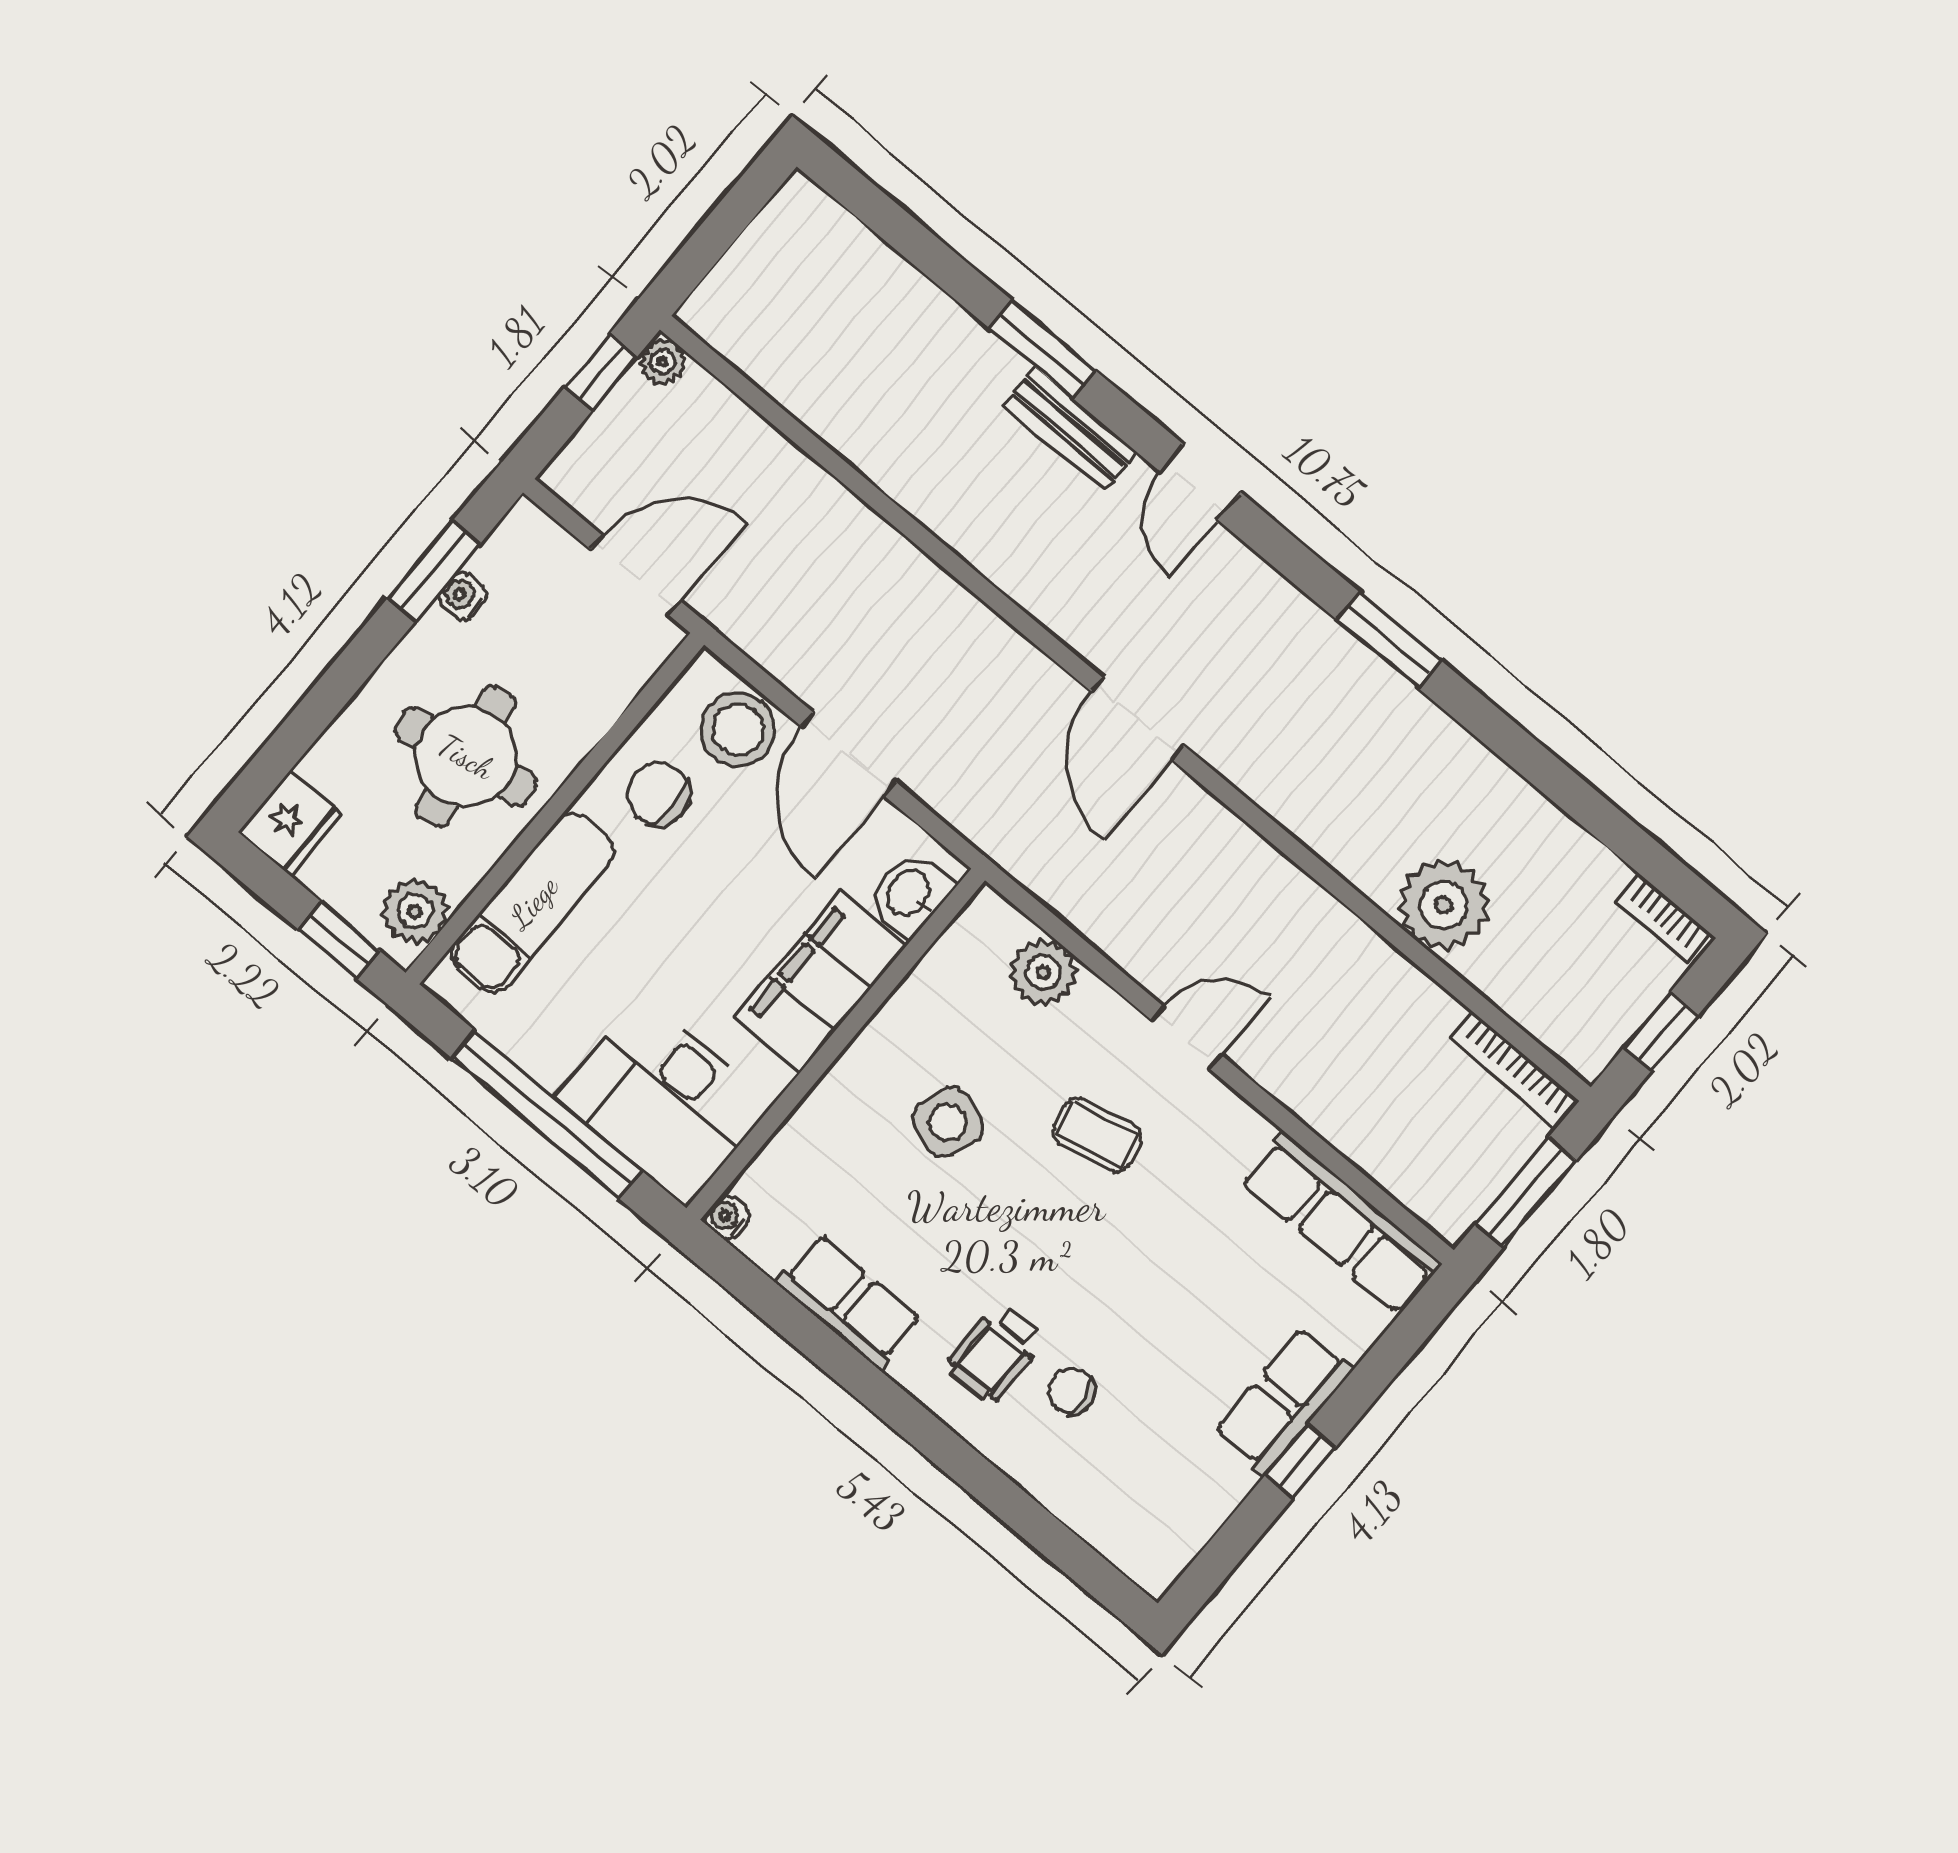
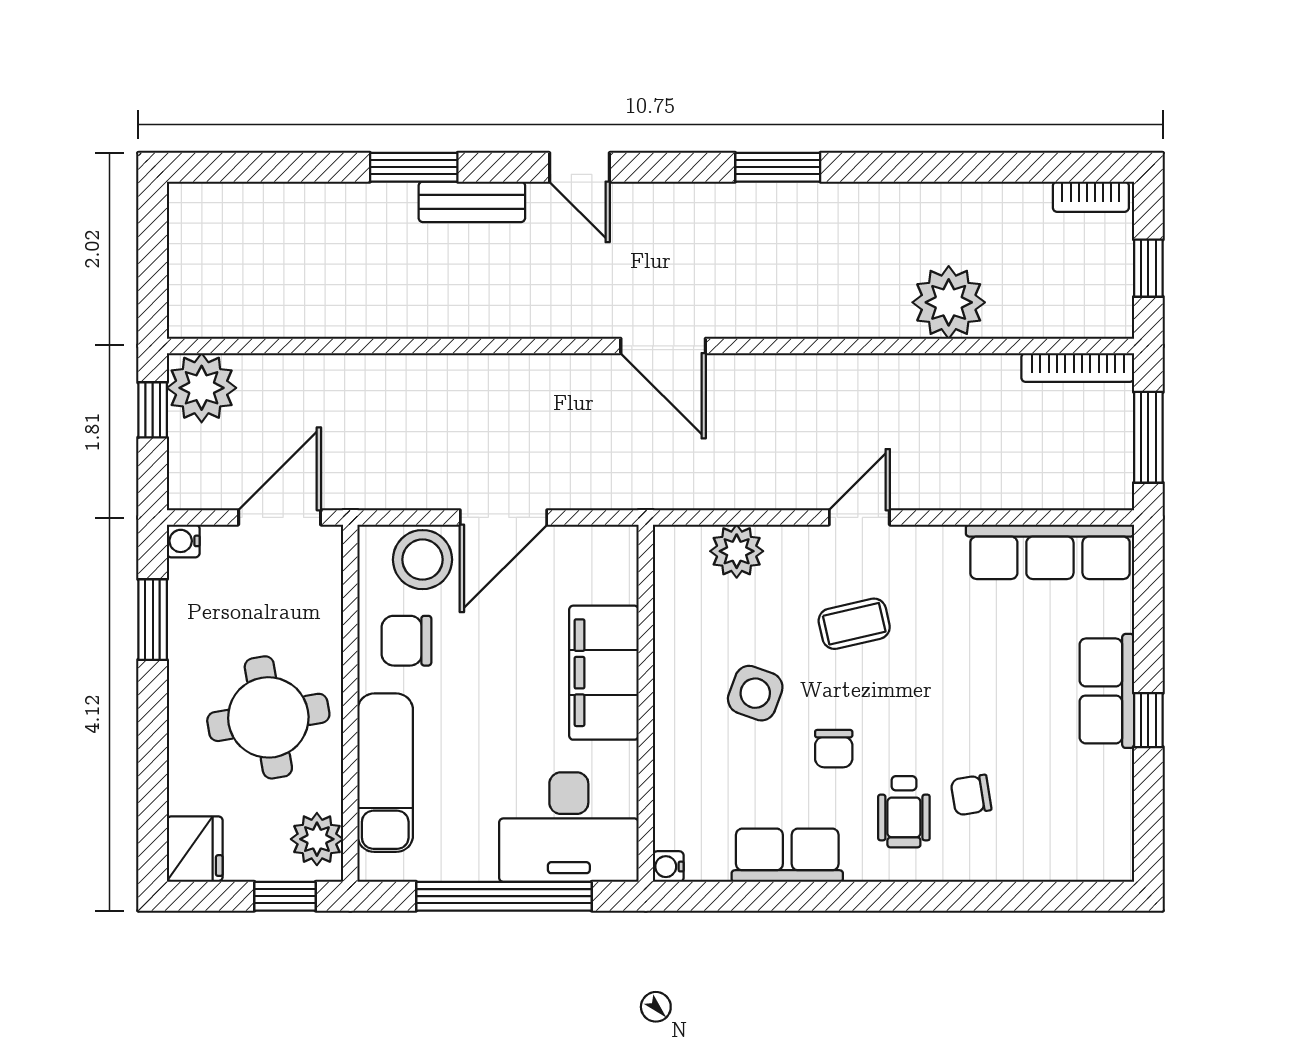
plant: (663, 362) -> (202, 388), width x1.87, depth x1.87
water cooler: (462, 596) -> (183, 541), moved
door: (849, 754) -> (504, 517), hinge flipped
washbasin: (910, 894) -> (614, 572), removed
chair: (978, 1237) -> (834, 749), added

